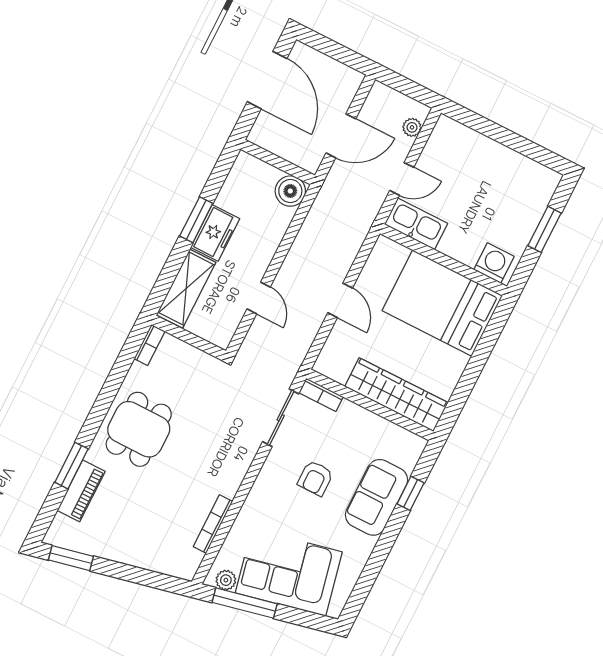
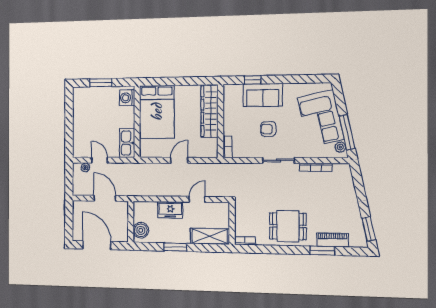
door: (267, 80) -> (97, 245), hinge flipped
door: (402, 179) -> (100, 160), moved
boiler: (290, 191) -> (141, 230), moved
freezer: (215, 233) -> (170, 210), moved, turned 180
sliding door: (281, 418) -> (278, 160), moved
armchair: (315, 478) -> (268, 129), turned 180

